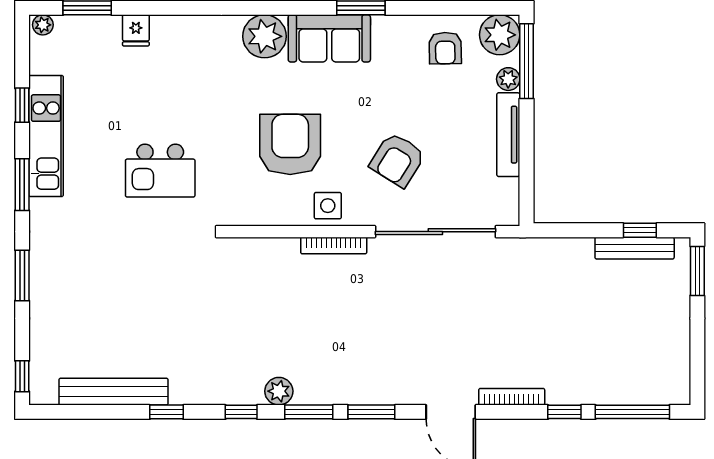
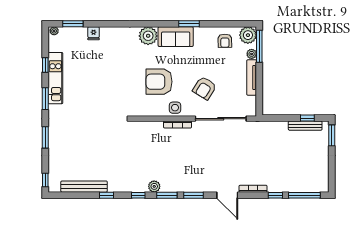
armchair: (290, 144) -> (159, 82), turned -90
kitchen island: (160, 171) -> (104, 93), removed

